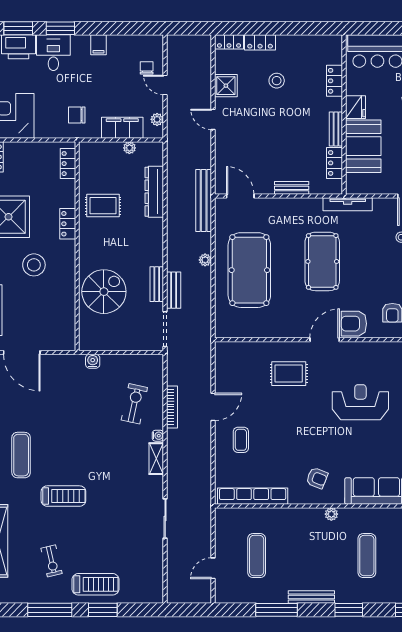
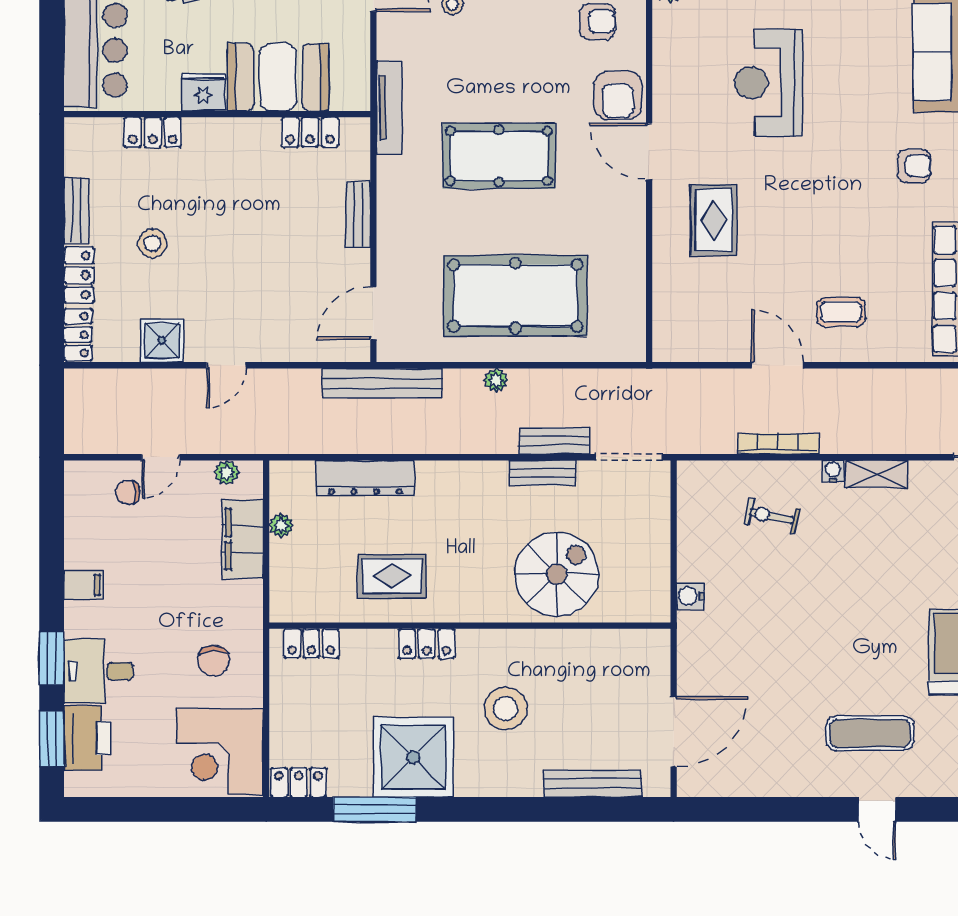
chair: (77, 115) -> (214, 661), moved
bench: (336, 129) -> (76, 210), moved, turned 90
rug: (103, 206) -> (392, 576), turned 90
spiral stairs: (104, 292) -> (557, 574), turned 90
exercise bike: (134, 404) -> (772, 516), width x0.73, depth x0.72
armchair: (317, 478) -> (914, 166), turned 68

